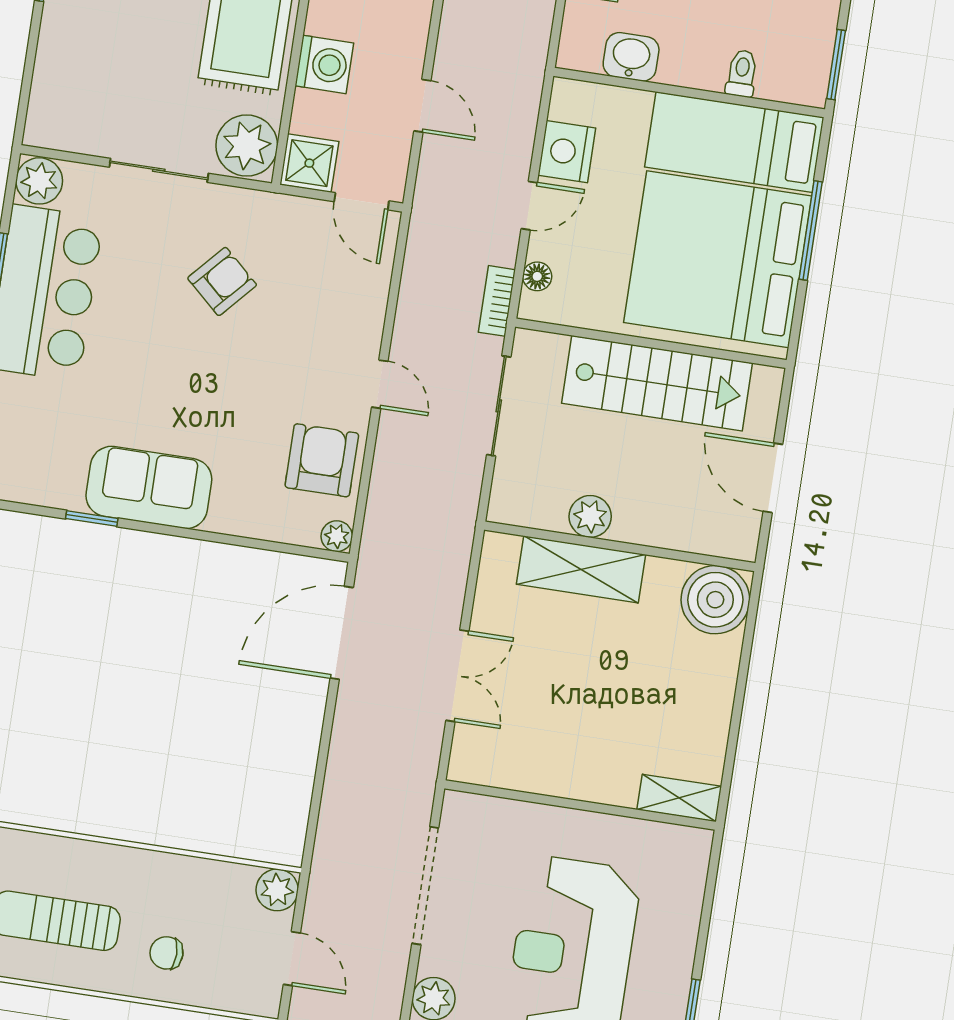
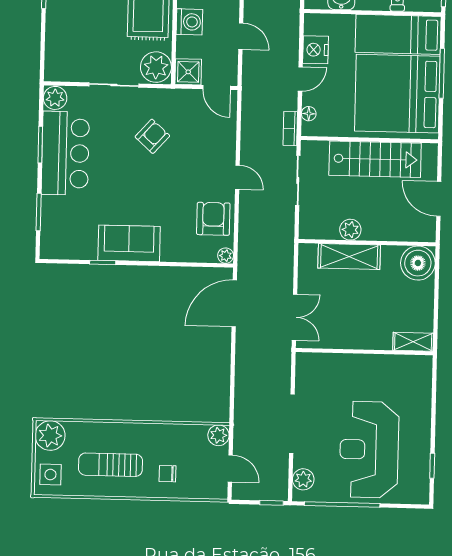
shelving: (679, 798) -> (413, 342), moved
wall: (580, 805) -> (364, 352), moved

